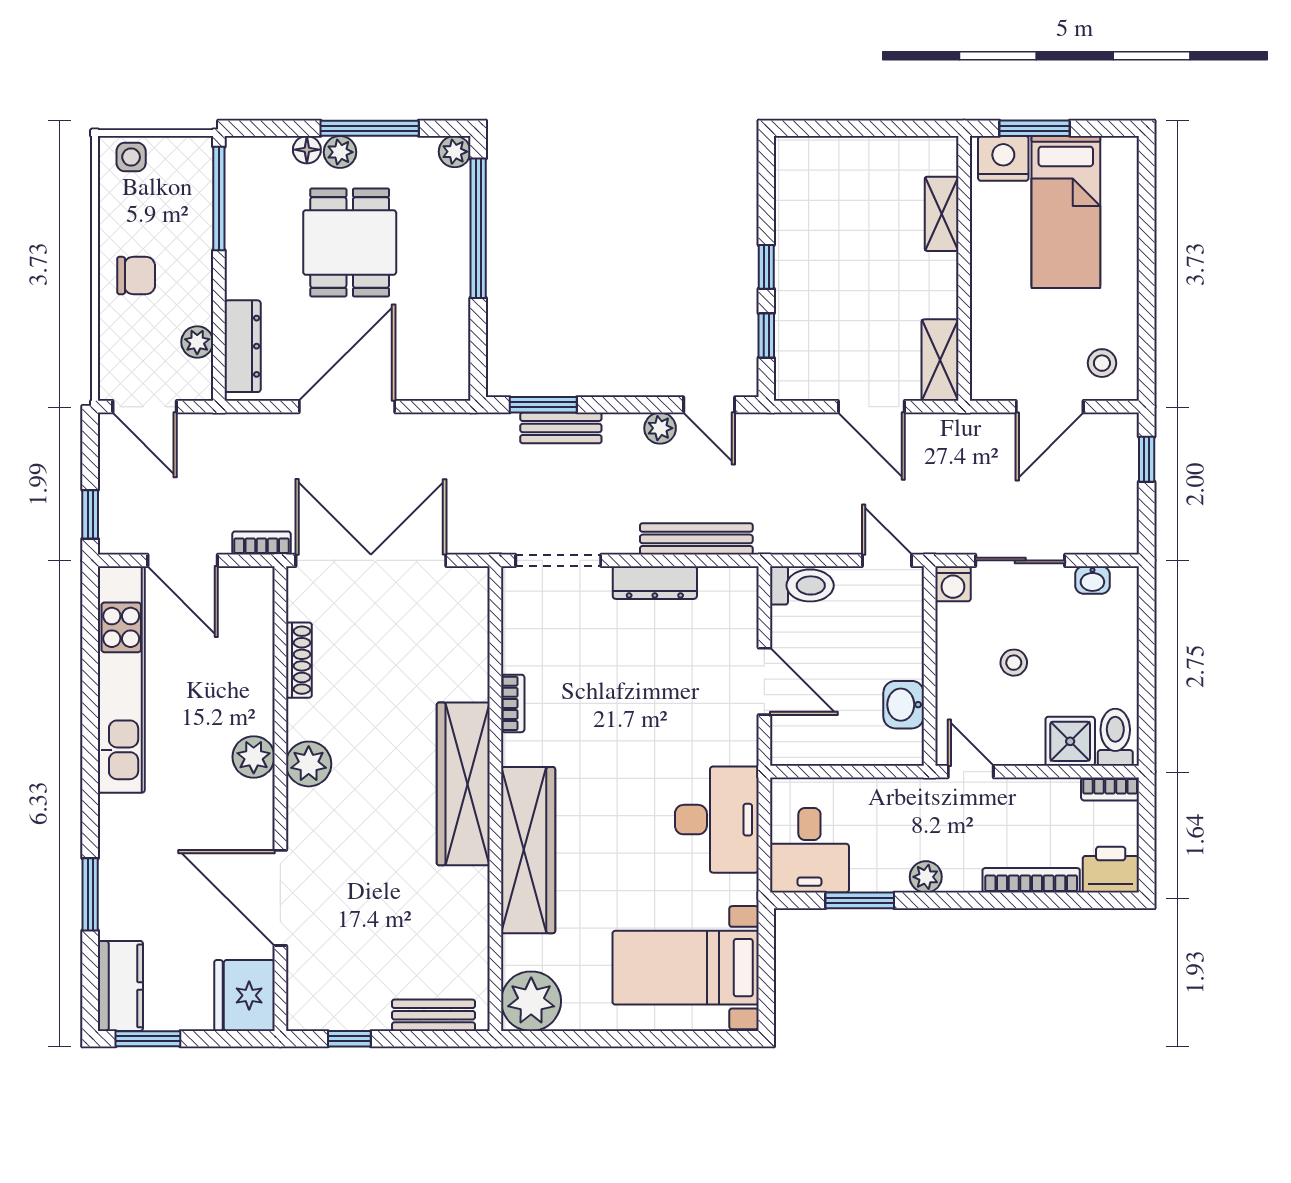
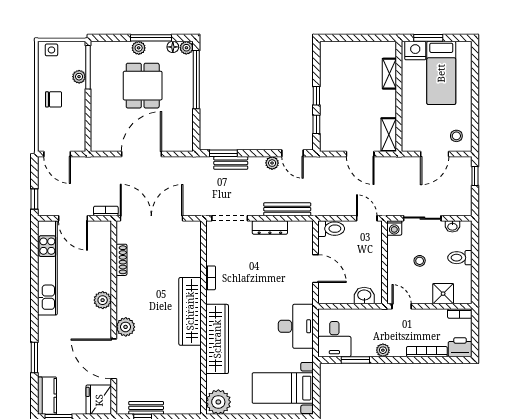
floor lamp: (307, 150) -> (173, 47), moved
plant: (197, 342) -> (79, 77), moved
dresser: (243, 346) -> (98, 129), removed
washbasin: (904, 705) -> (364, 295), moved, turned 90
toilet: (1115, 737) -> (460, 258), moved, turned -90
plant: (309, 764) -> (126, 327), moved
bench: (434, 1015) -> (146, 408), moved

